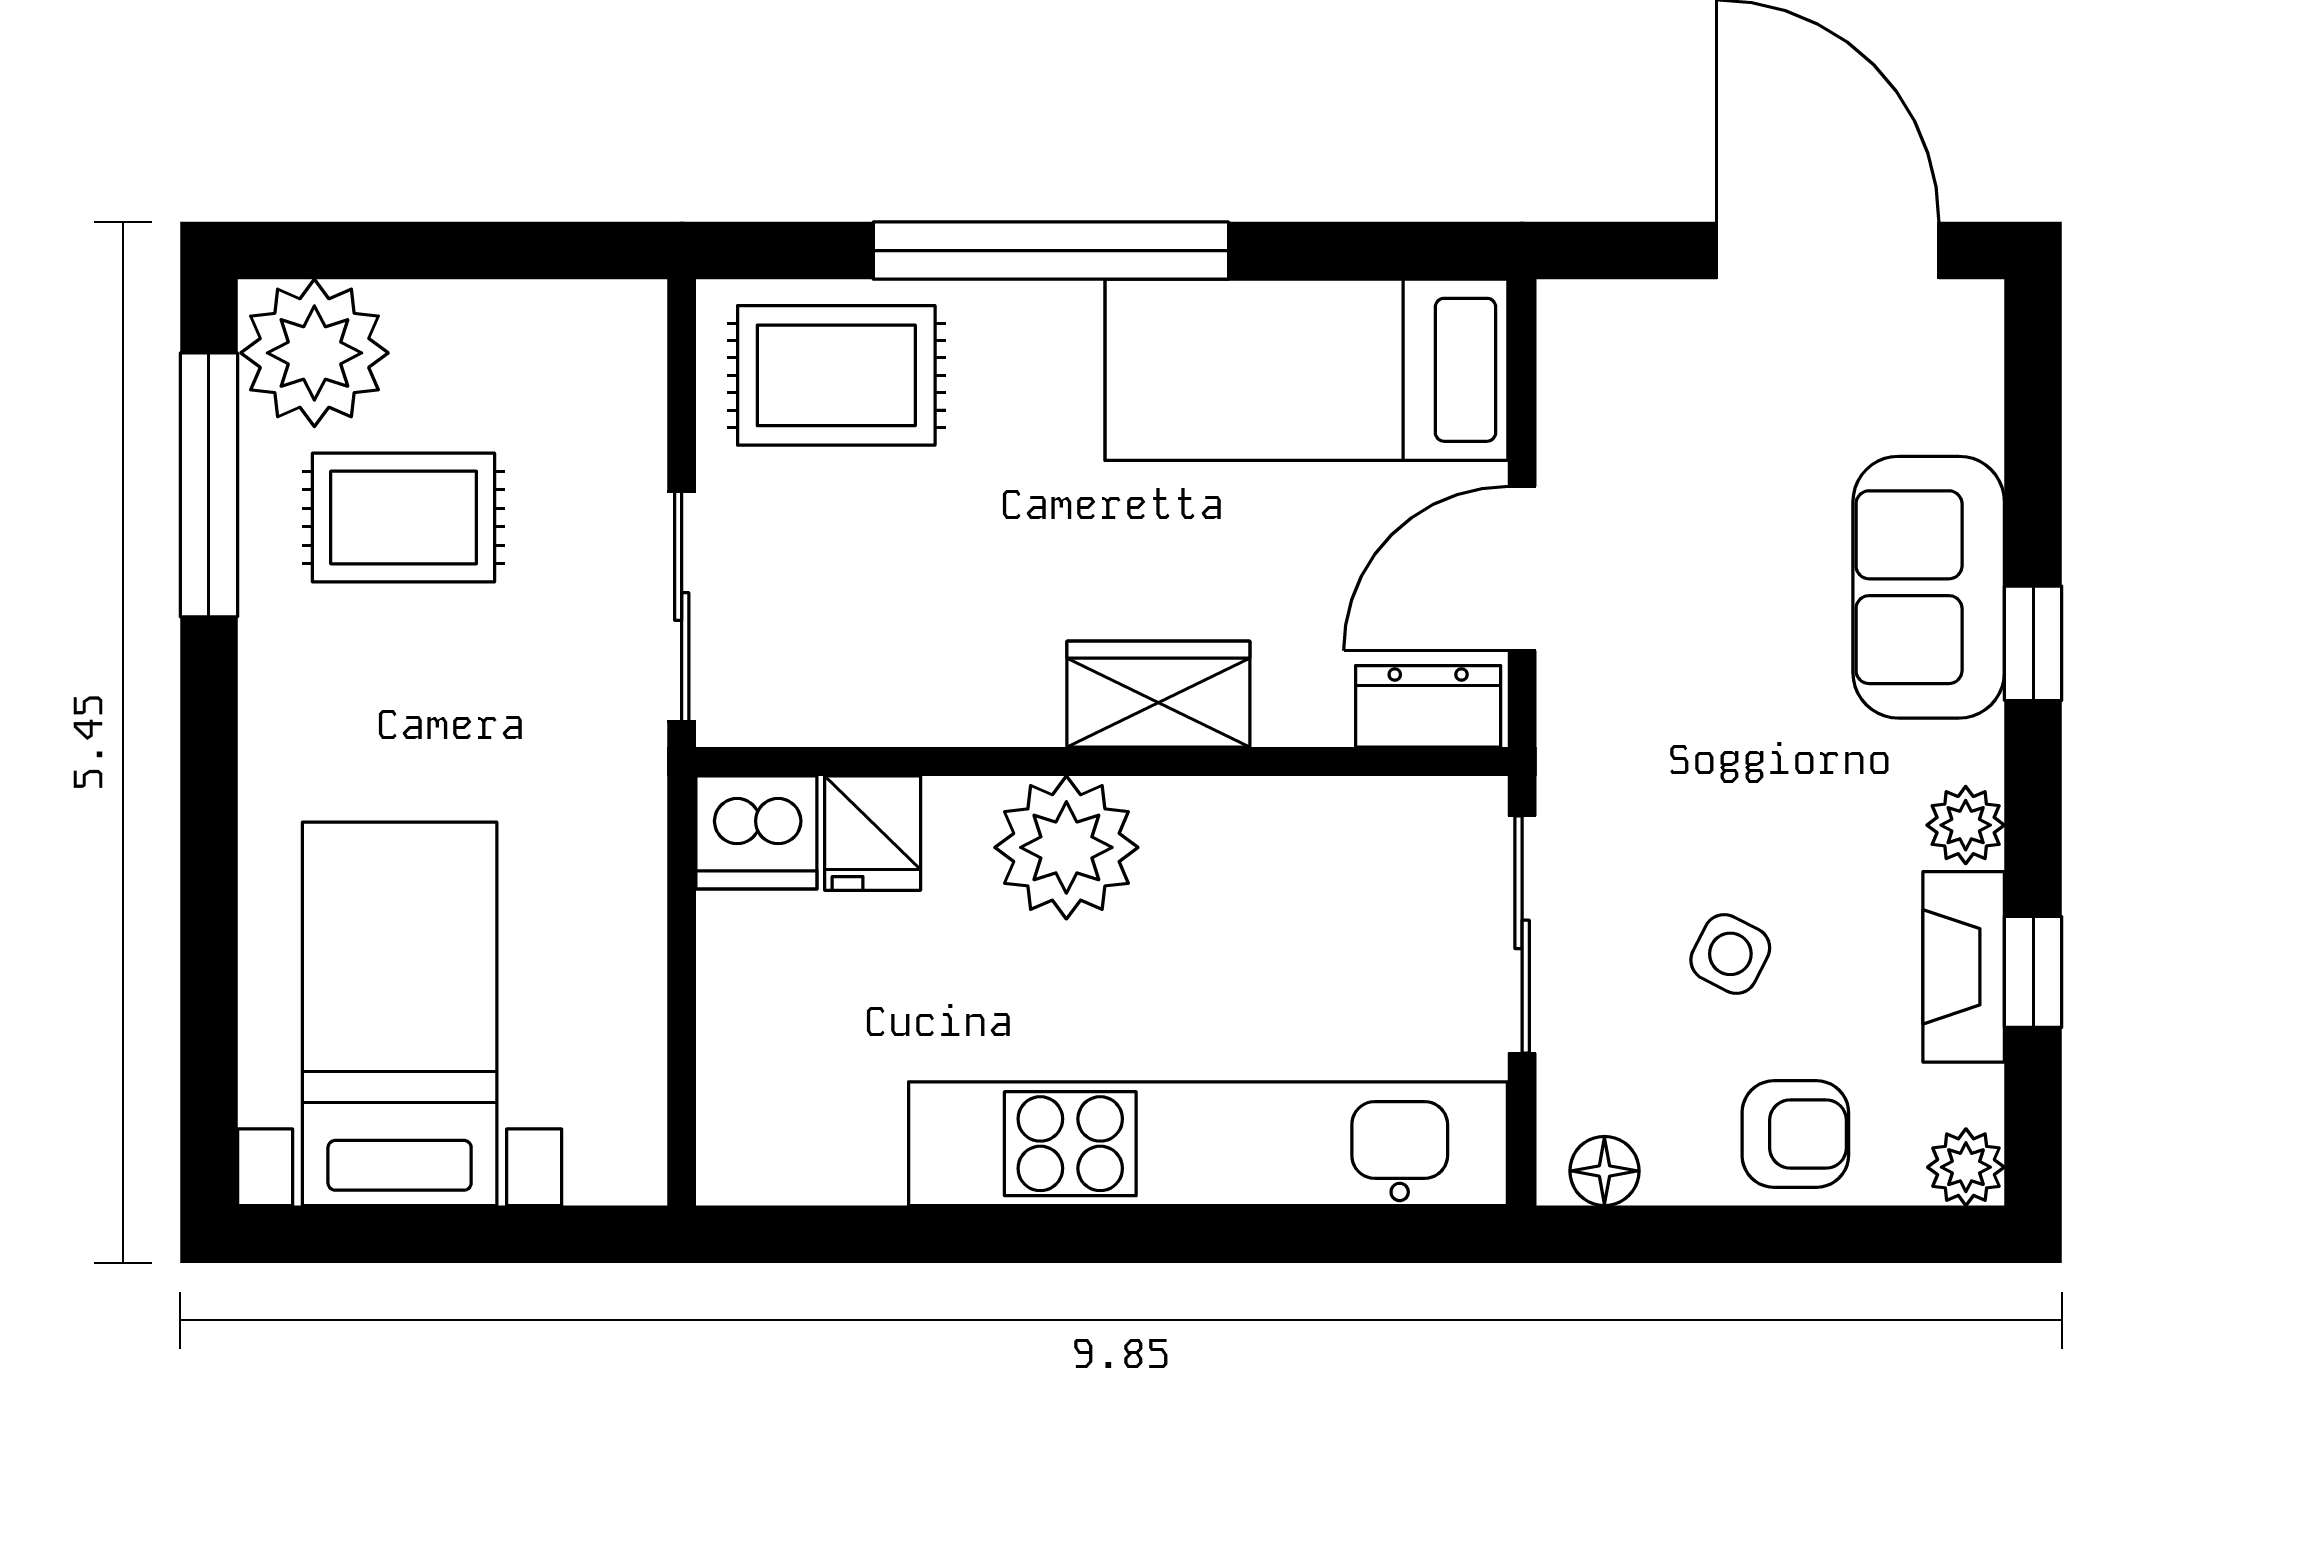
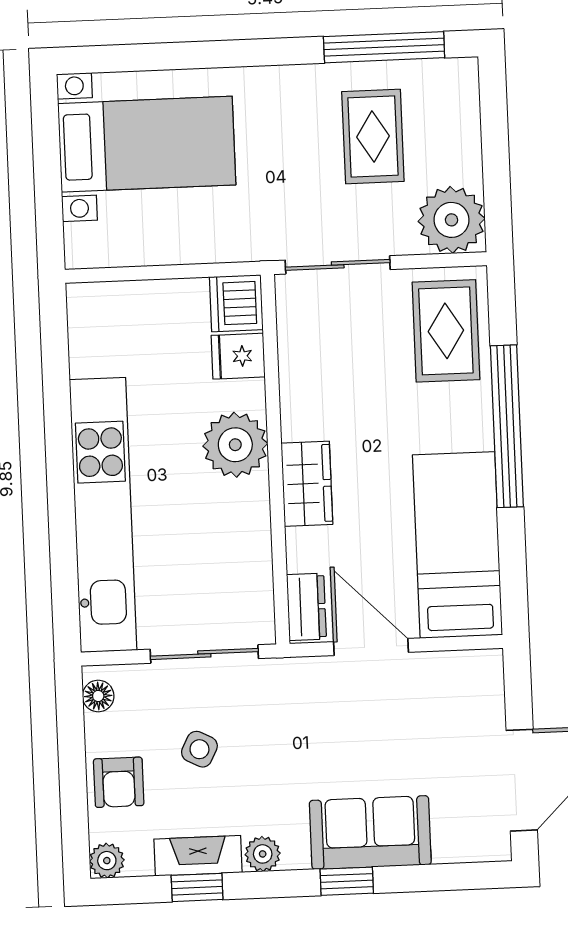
plant: (314, 353) -> (452, 220), moved

